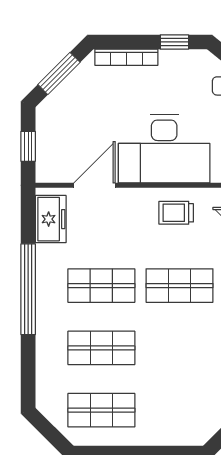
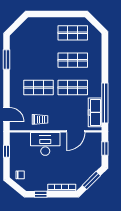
desk: (164, 149) -> (45, 144), width x0.73, depth x0.77
freezer: (51, 219) -> (95, 112), width x1.40
window: (28, 289) -> (105, 103), moved

